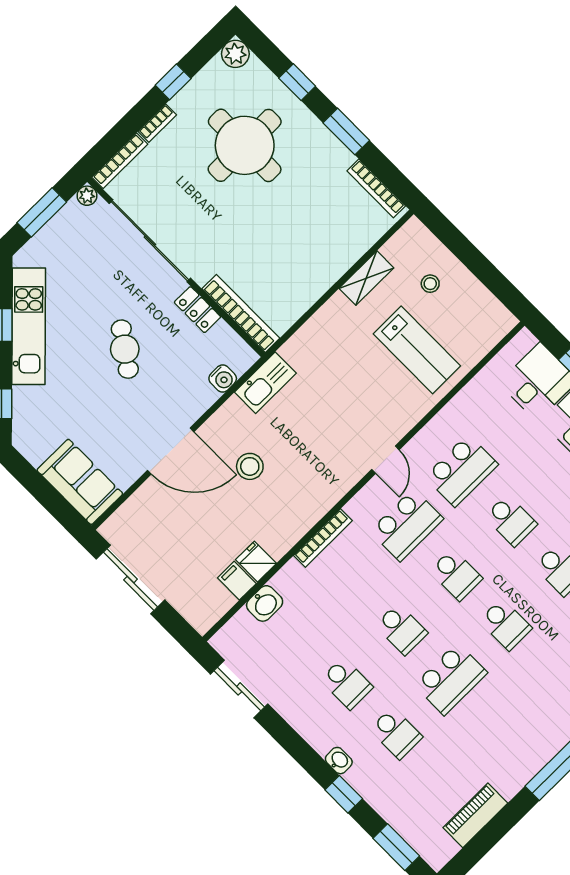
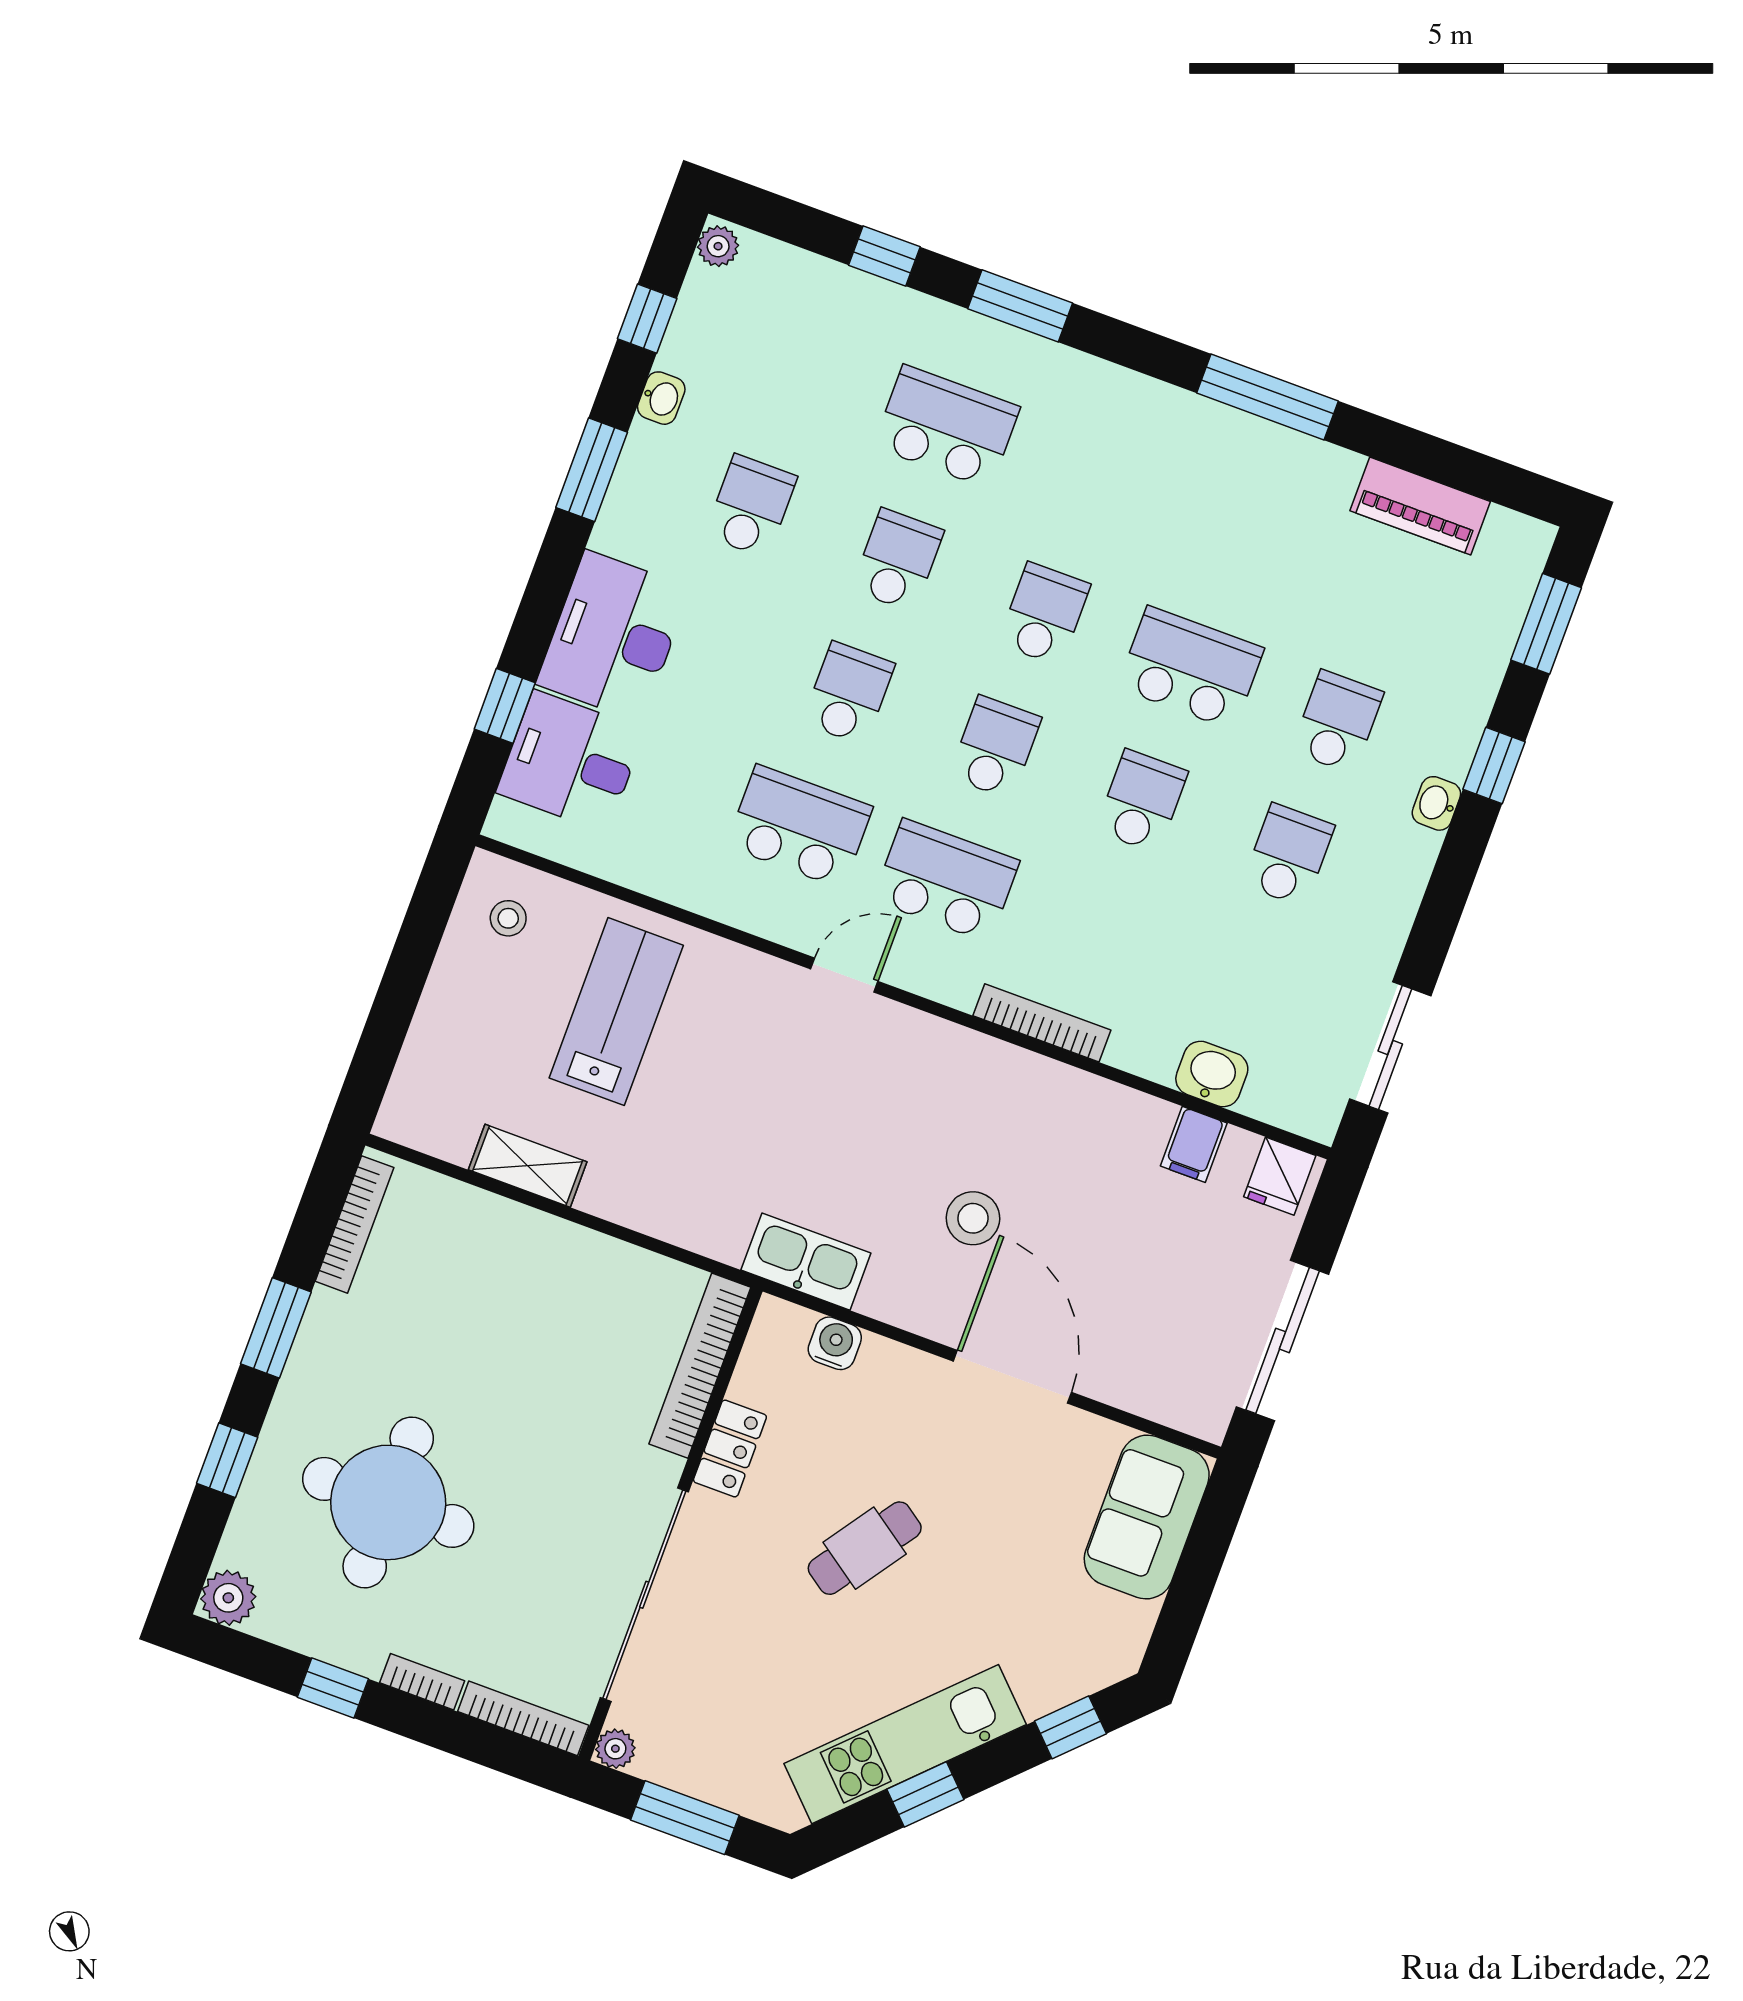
stool: (430, 284) -> (508, 918), moved
fridge: (256, 562) -> (1280, 1176), moved

